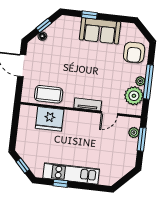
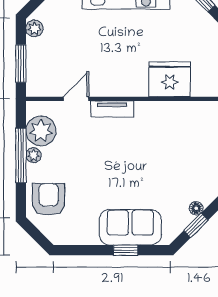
sofa: (100, 31) -> (130, 227), moved
coffee table: (49, 94) -> (176, 118), removed
plant: (134, 133) -> (34, 28), moved

